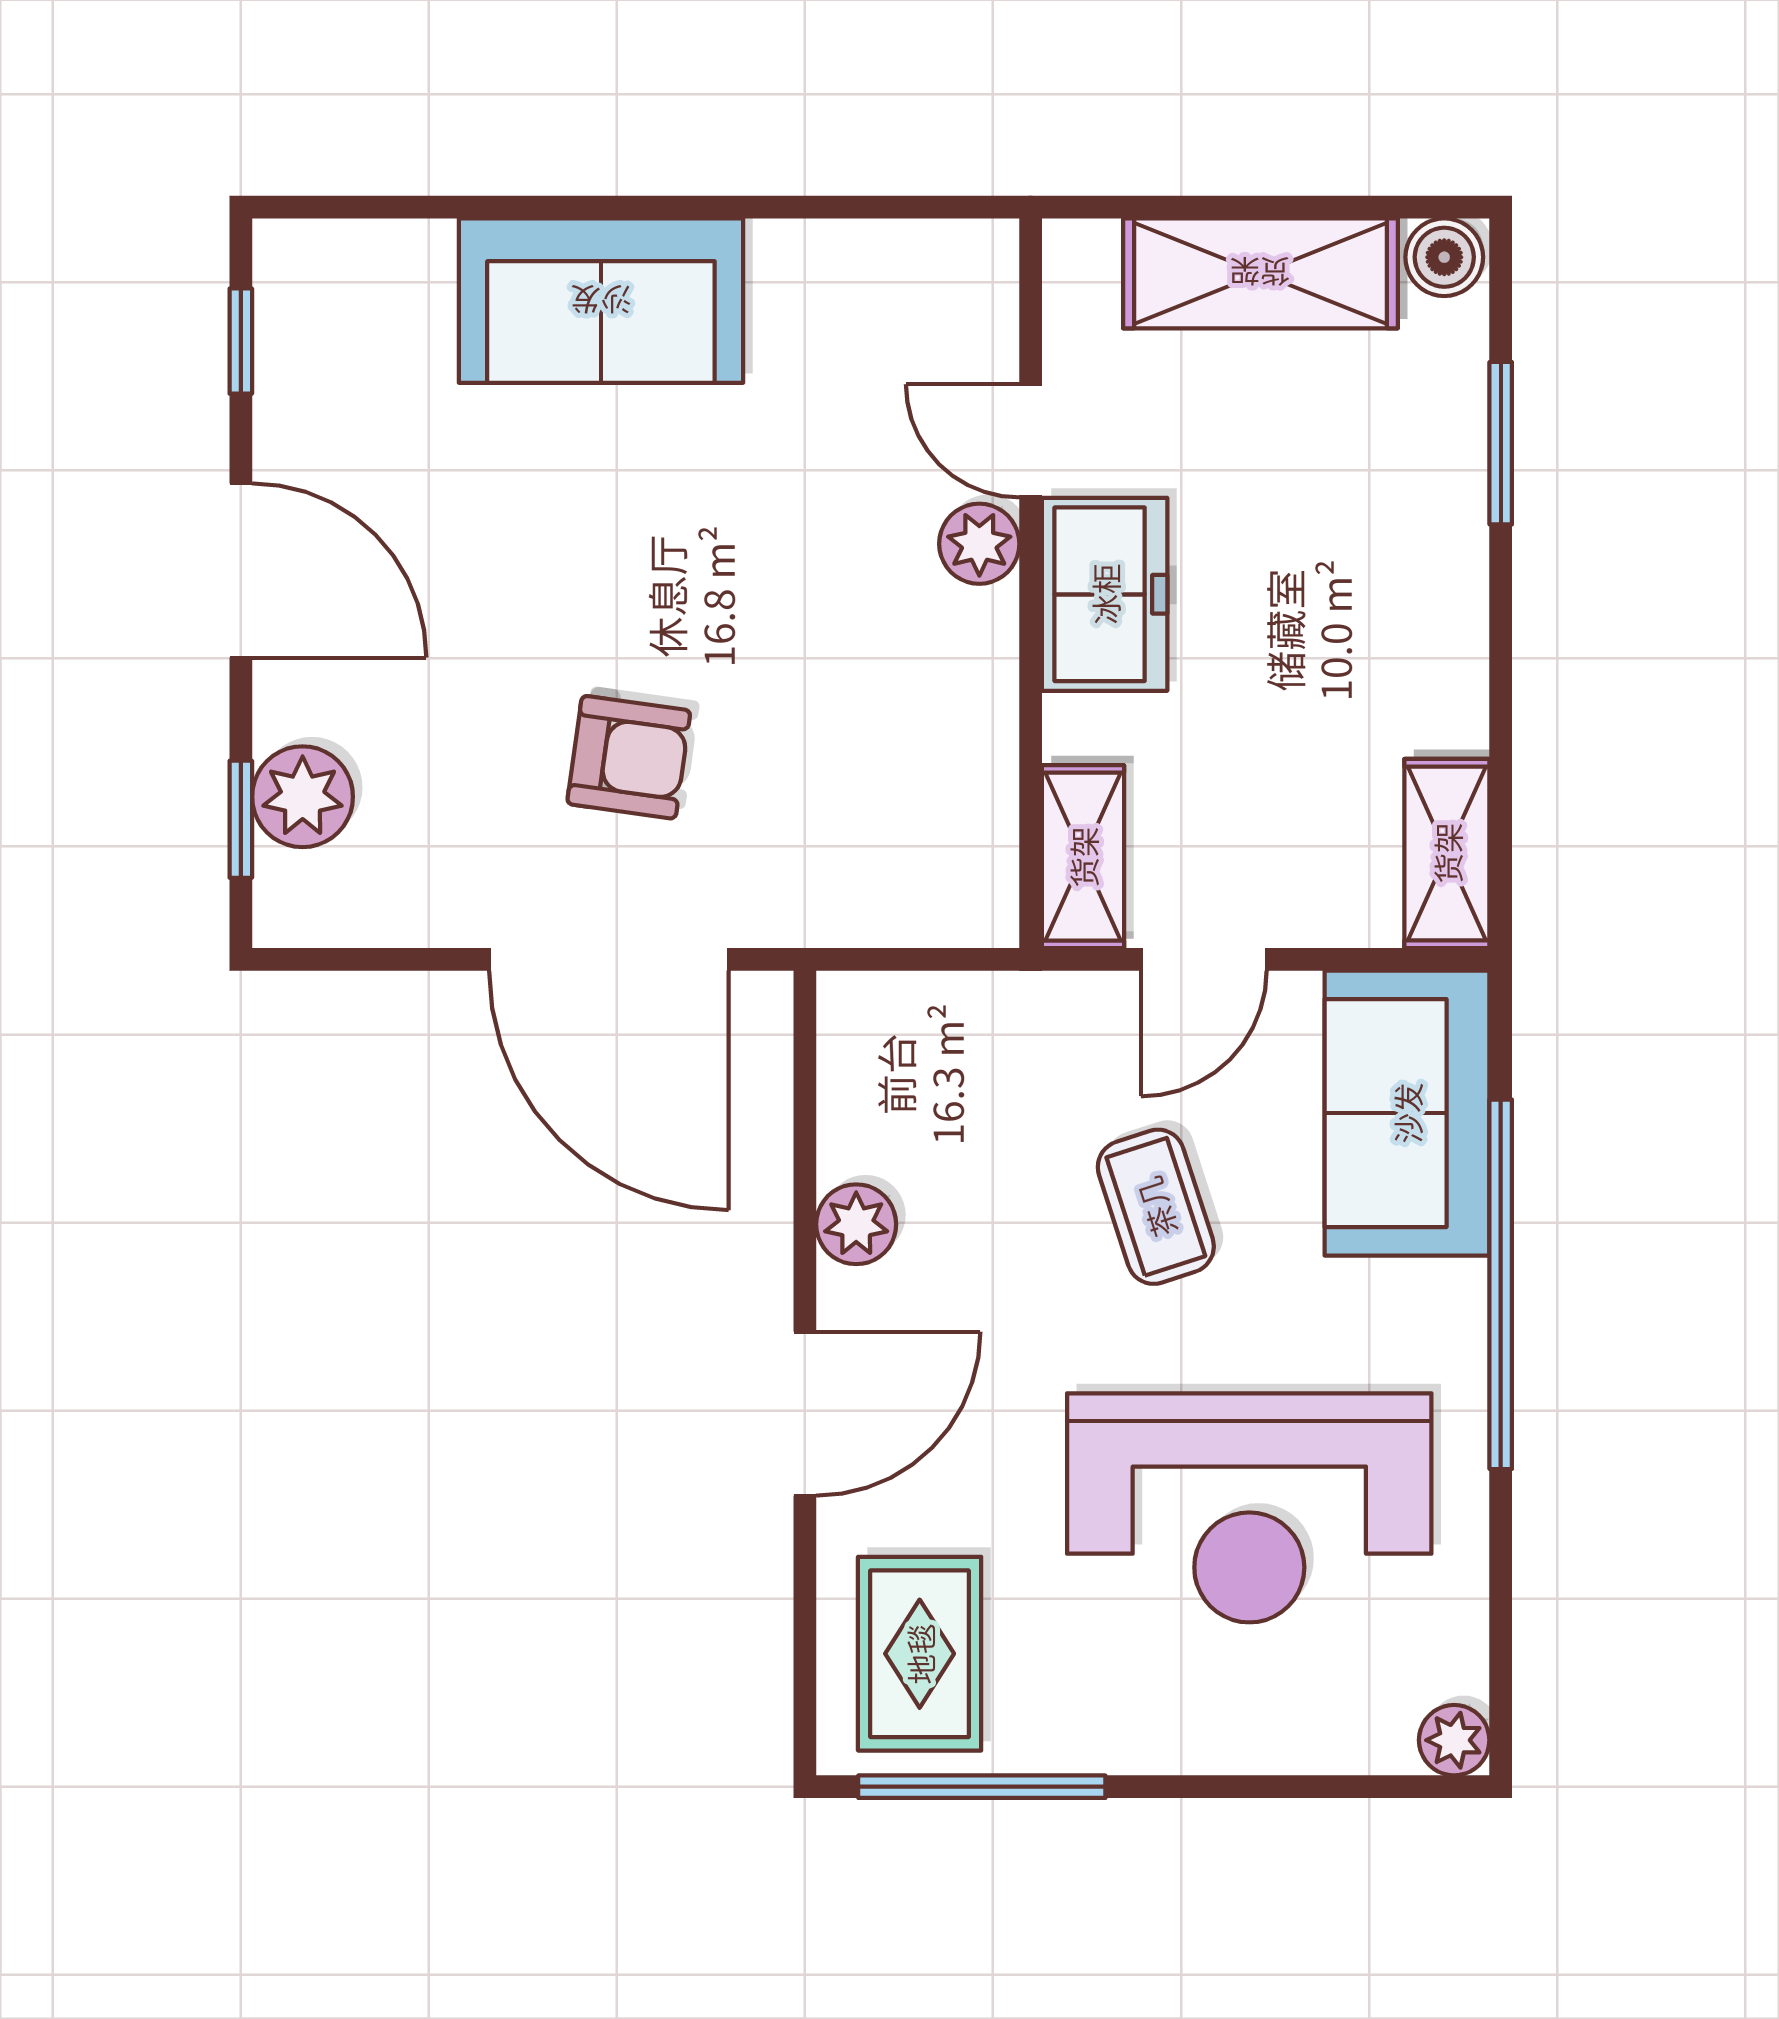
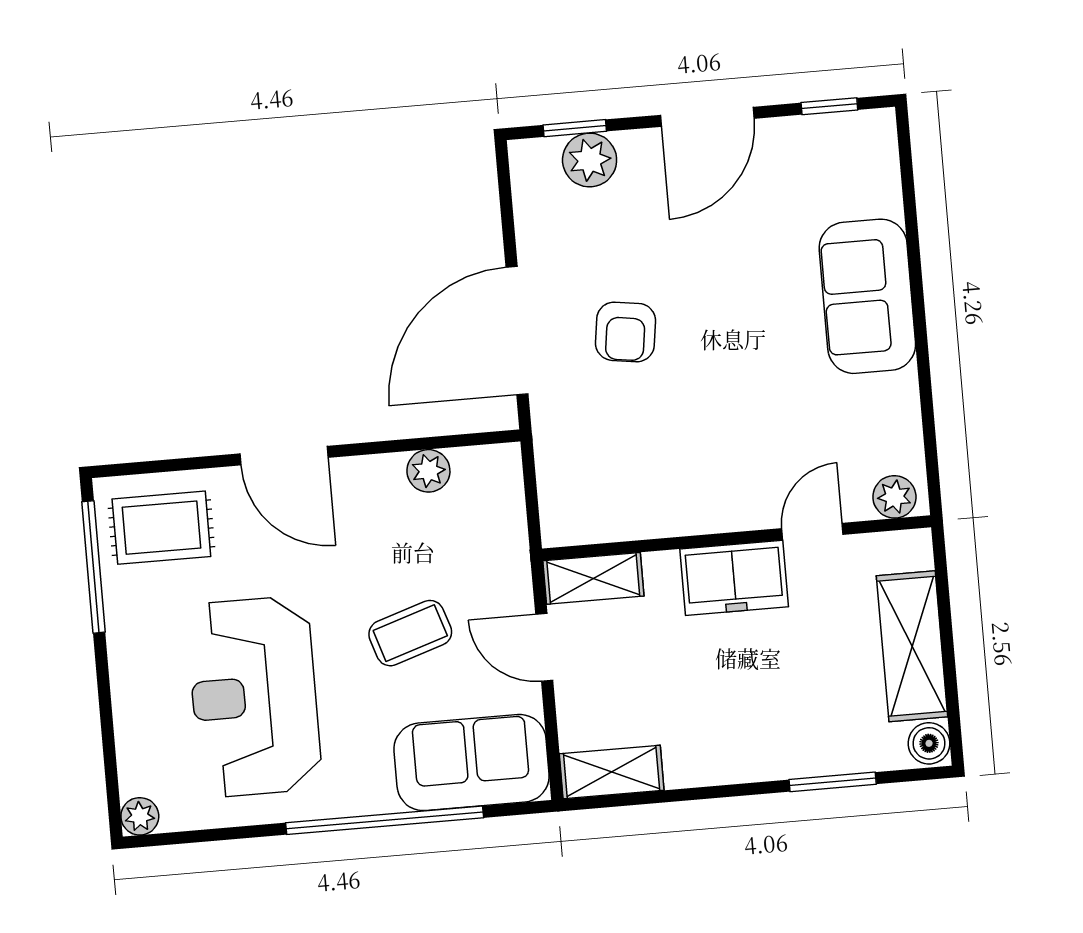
plant: (979, 544) -> (894, 497), moved
plant: (856, 1224) -> (428, 471), moved

